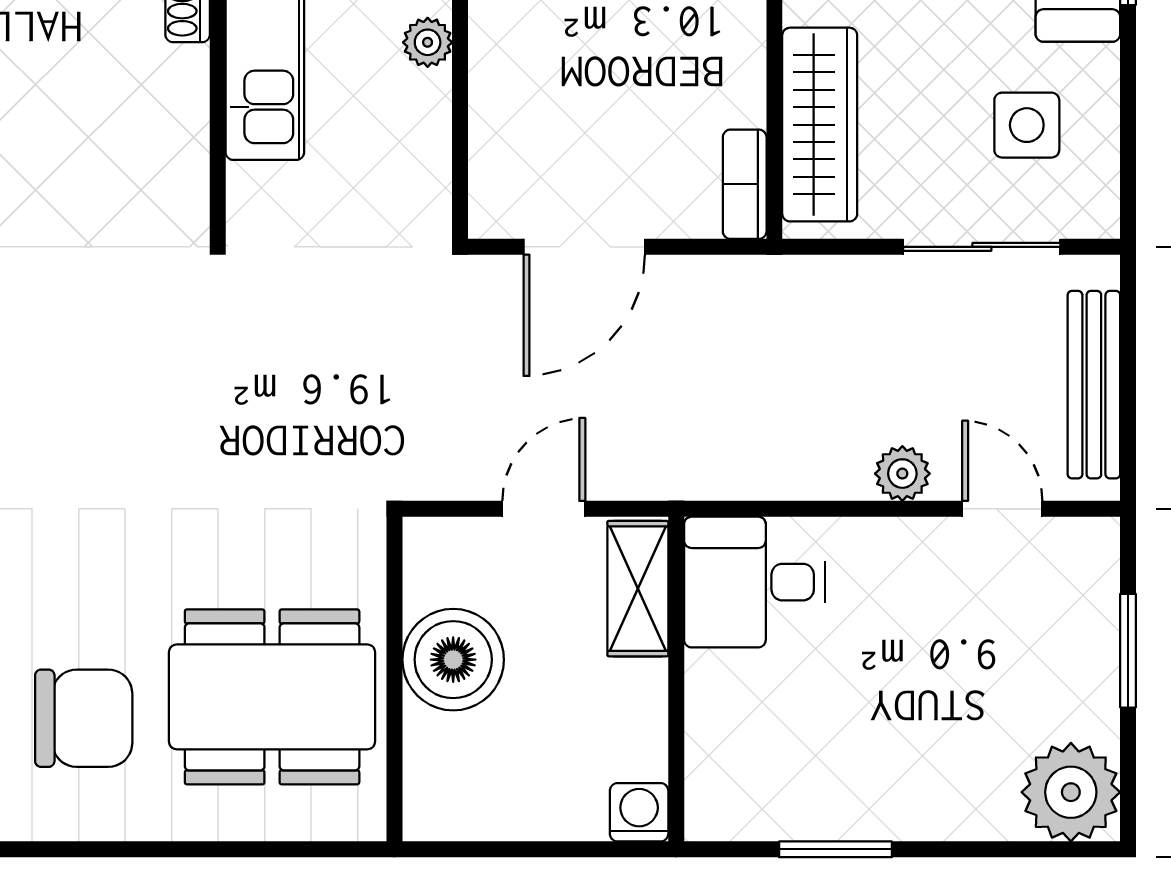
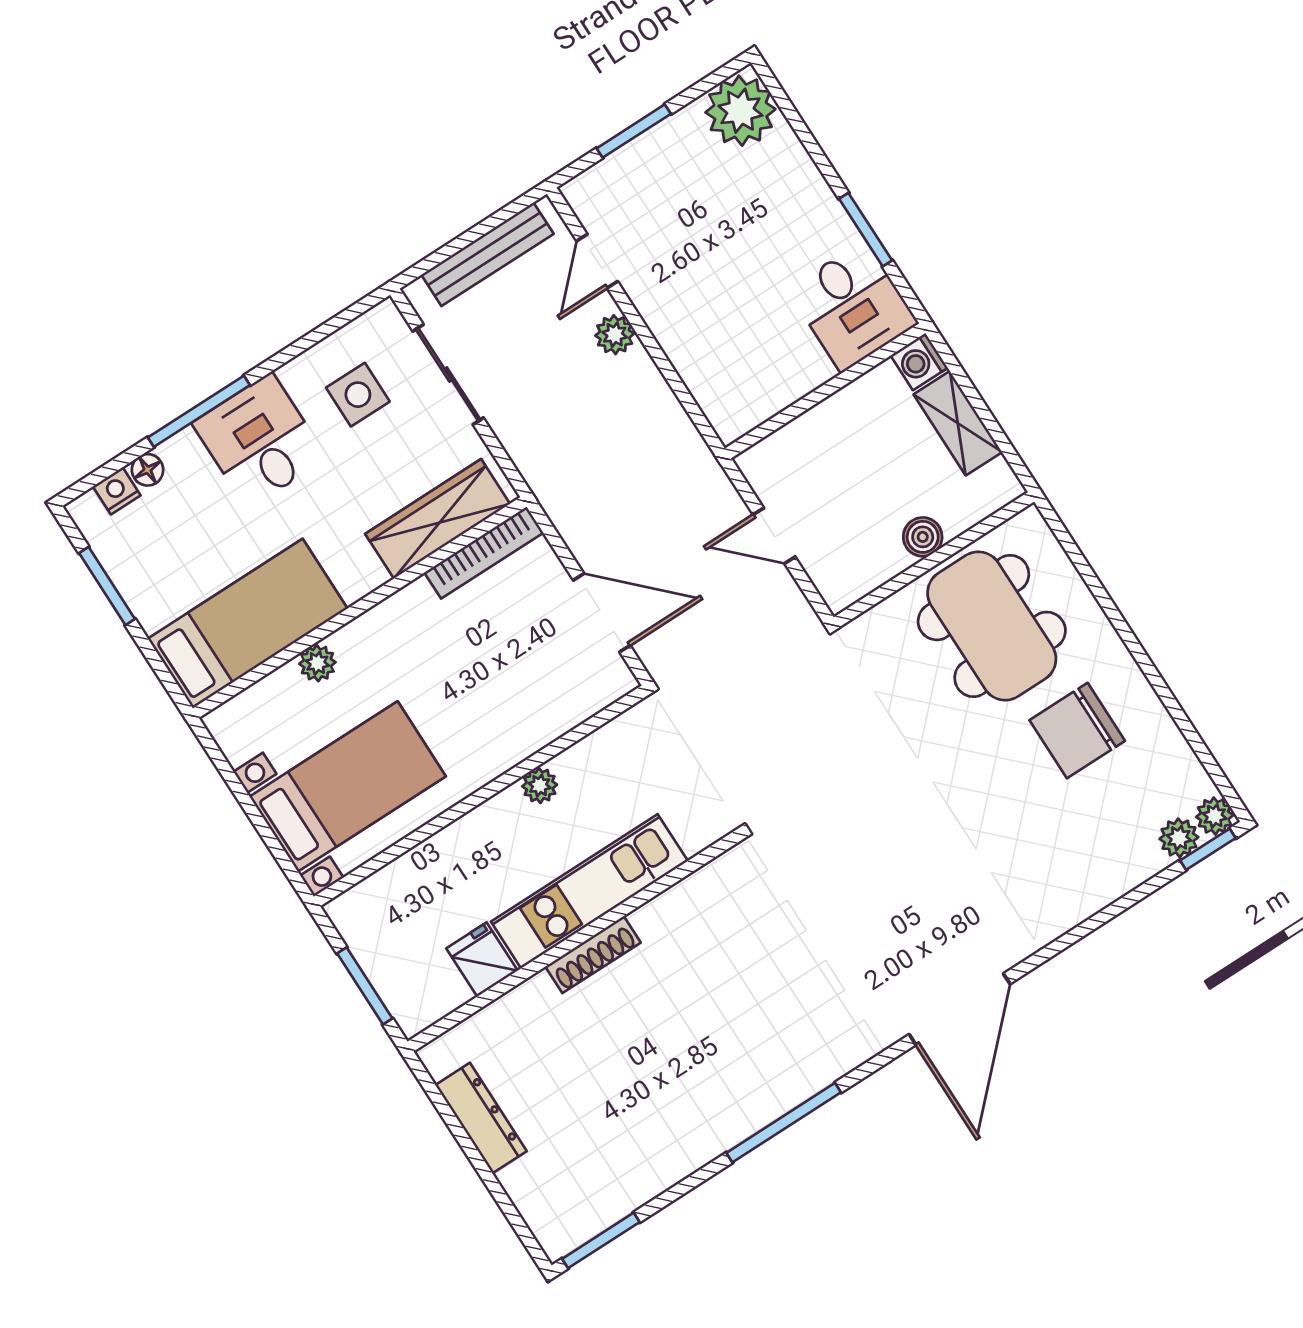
bookcase: (745, 184) -> (484, 553), width x1.56
desk: (755, 582) -> (853, 306), moved
shelving: (638, 589) -> (958, 423), moved, turned 90
boiler: (453, 660) -> (923, 537), width x0.54, depth x0.54
chair: (84, 718) -> (1077, 731), turned -90

